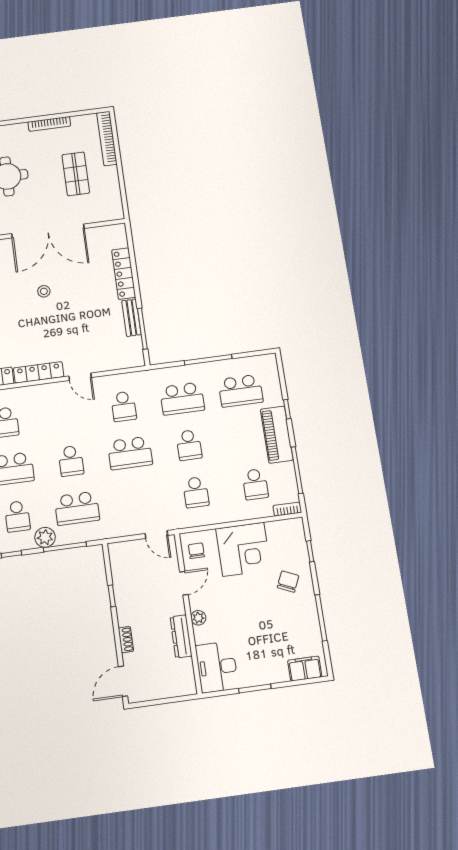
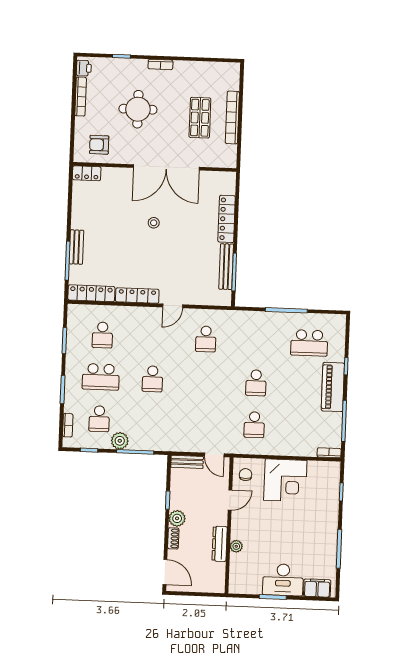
bookcase: (49, 124) -> (160, 64), moved, width x0.64
bookcase: (107, 138) -> (232, 117), moved
bench: (131, 318) -> (226, 267), width x1.36
door: (80, 377) -> (173, 306), hinge flipped
school desk: (182, 399) -> (258, 341), removed
school desk: (130, 453) -> (204, 381), removed
school desk: (255, 484) -> (306, 427), removed
school desk: (77, 508) -> (151, 421), removed
bench: (127, 548) -> (187, 462), added
chair: (288, 582) -> (318, 514), removed
plant: (126, 615) -> (177, 518), added
plant: (198, 618) -> (236, 546), moved
desk: (217, 667) -> (283, 580), moved, turned -90
door: (123, 681) -> (165, 572), swing flipped

